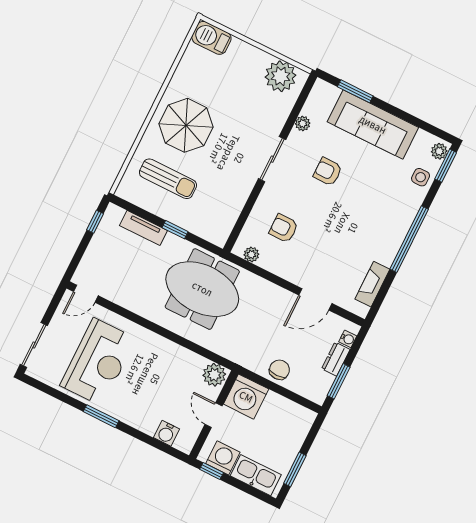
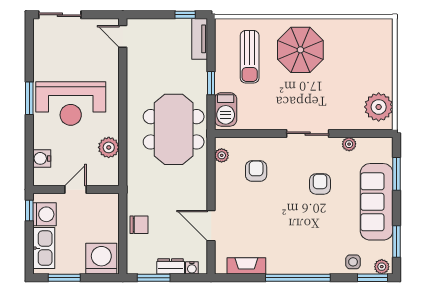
barbecue: (211, 38) -> (226, 109), moved, turned 180
window: (422, 124) -> (397, 242), added
tv unit: (143, 228) -> (200, 39), moved
reception desk: (98, 362) -> (71, 103), moved
plant: (214, 375) -> (109, 147), moved
washing machine: (246, 397) -> (101, 259), moved, turned 90

